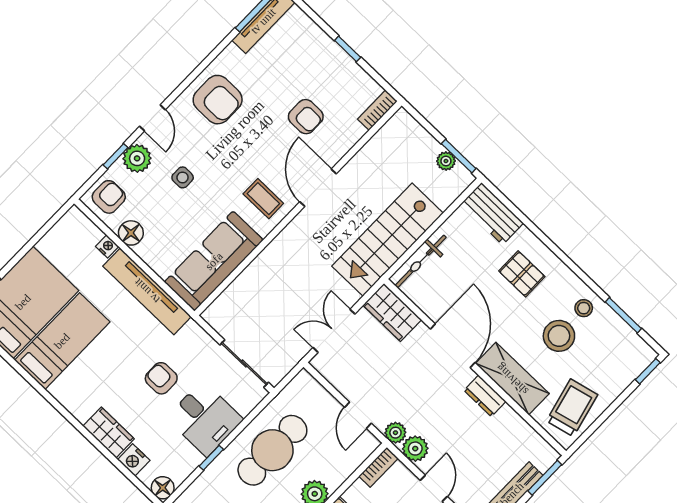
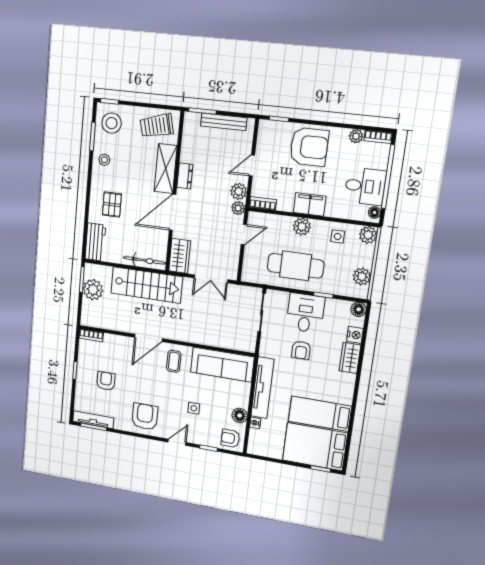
armchair: (306, 117) -> (106, 381), moved
plant: (137, 158) -> (202, 437), removed
plant: (446, 161) -> (93, 290), width x1.88, depth x1.88
stool: (559, 336) -> (112, 123), moved

